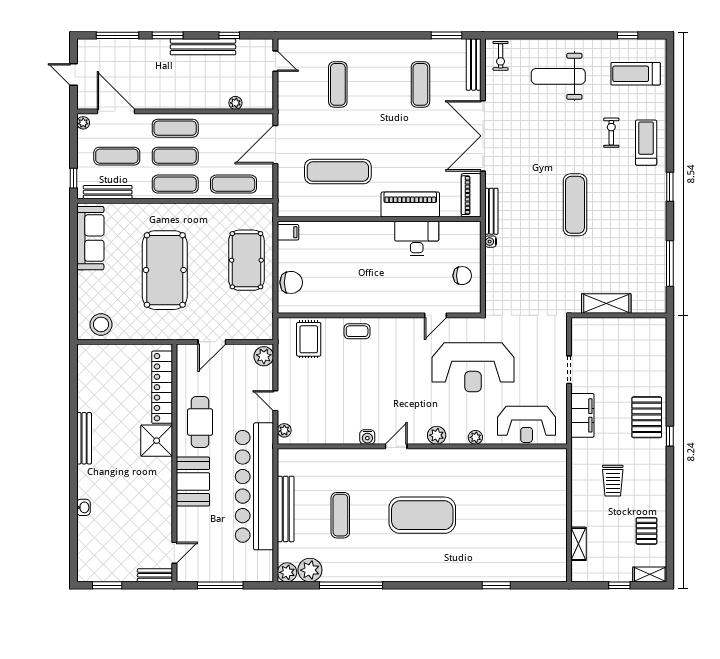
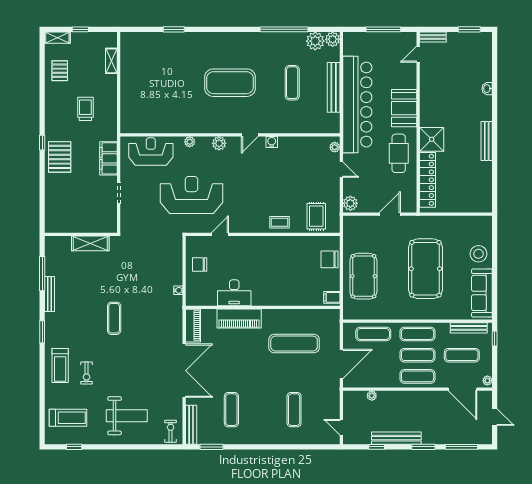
exercise mat: (575, 205) -> (114, 318), width x0.73, depth x0.69
bench: (491, 211) -> (50, 294), moved
stool: (101, 324) -> (478, 254), moved

